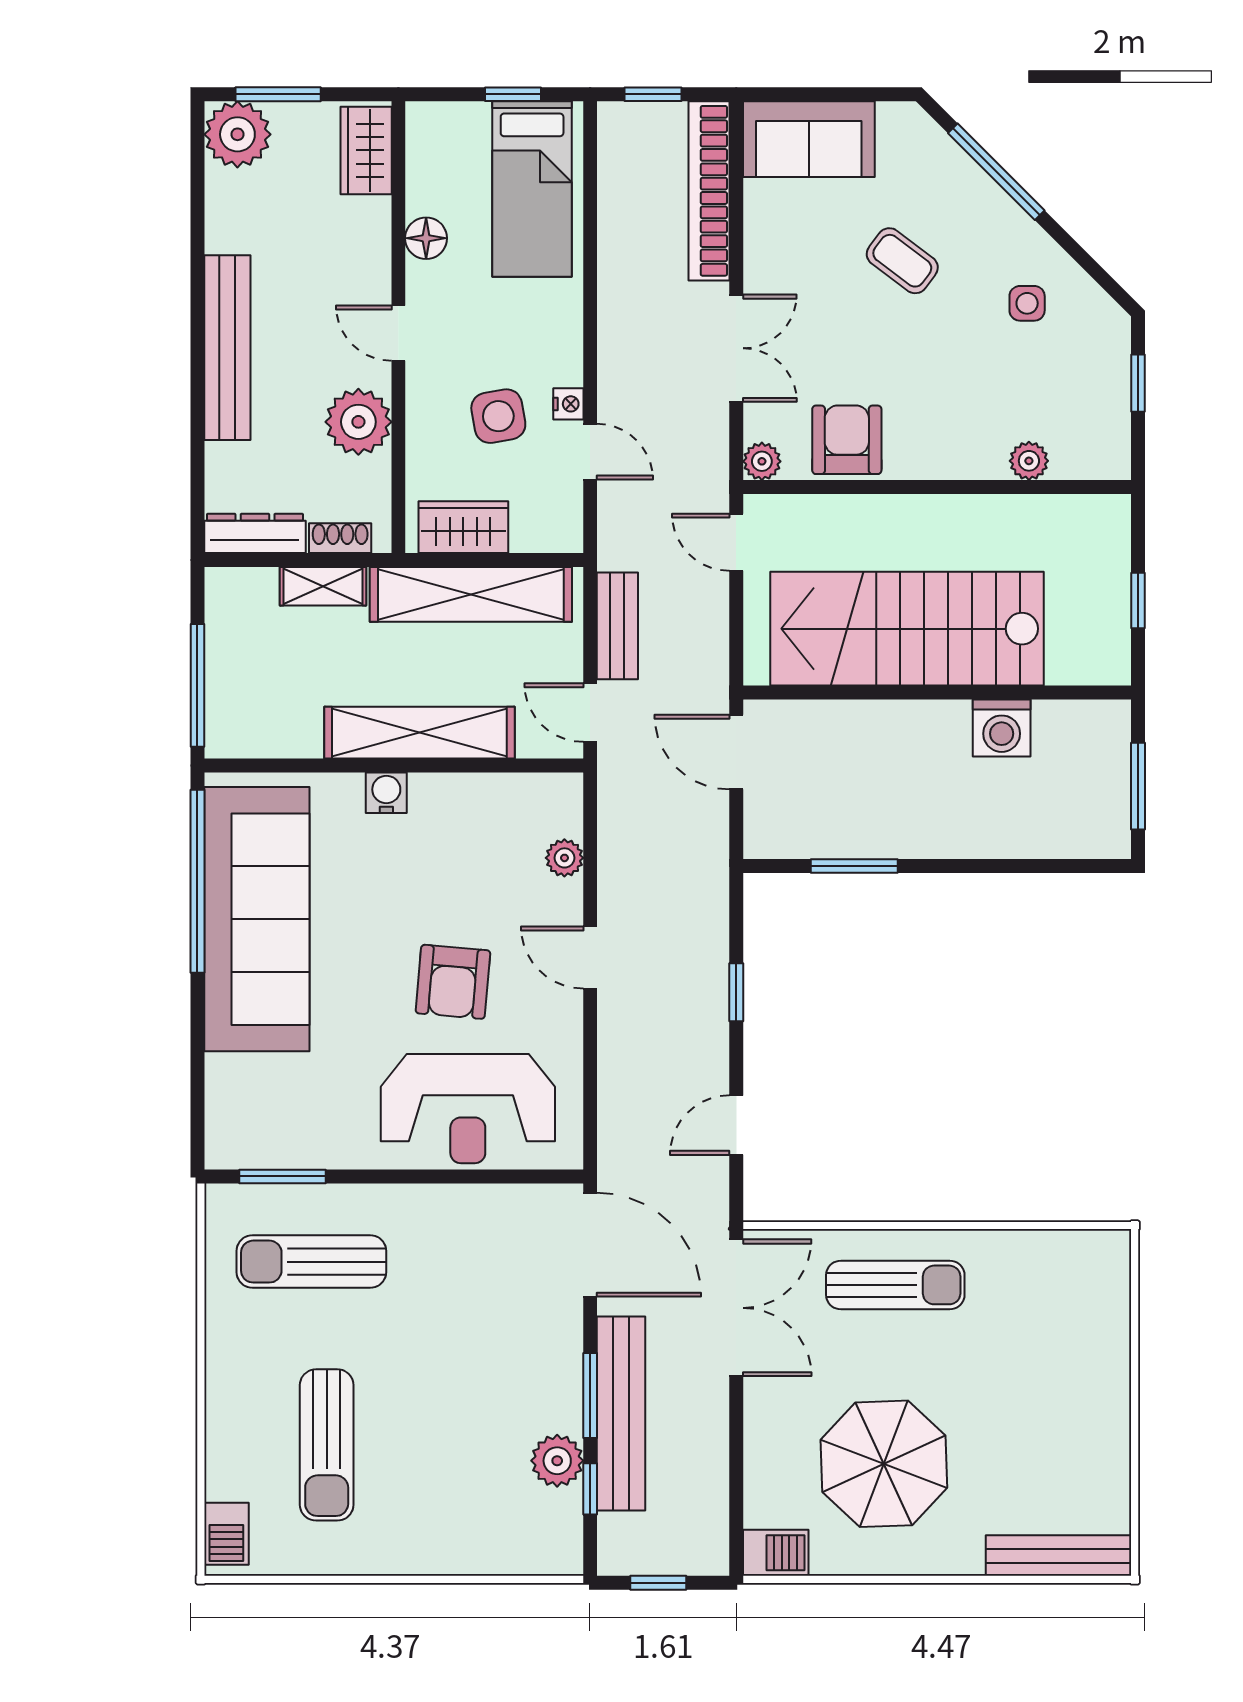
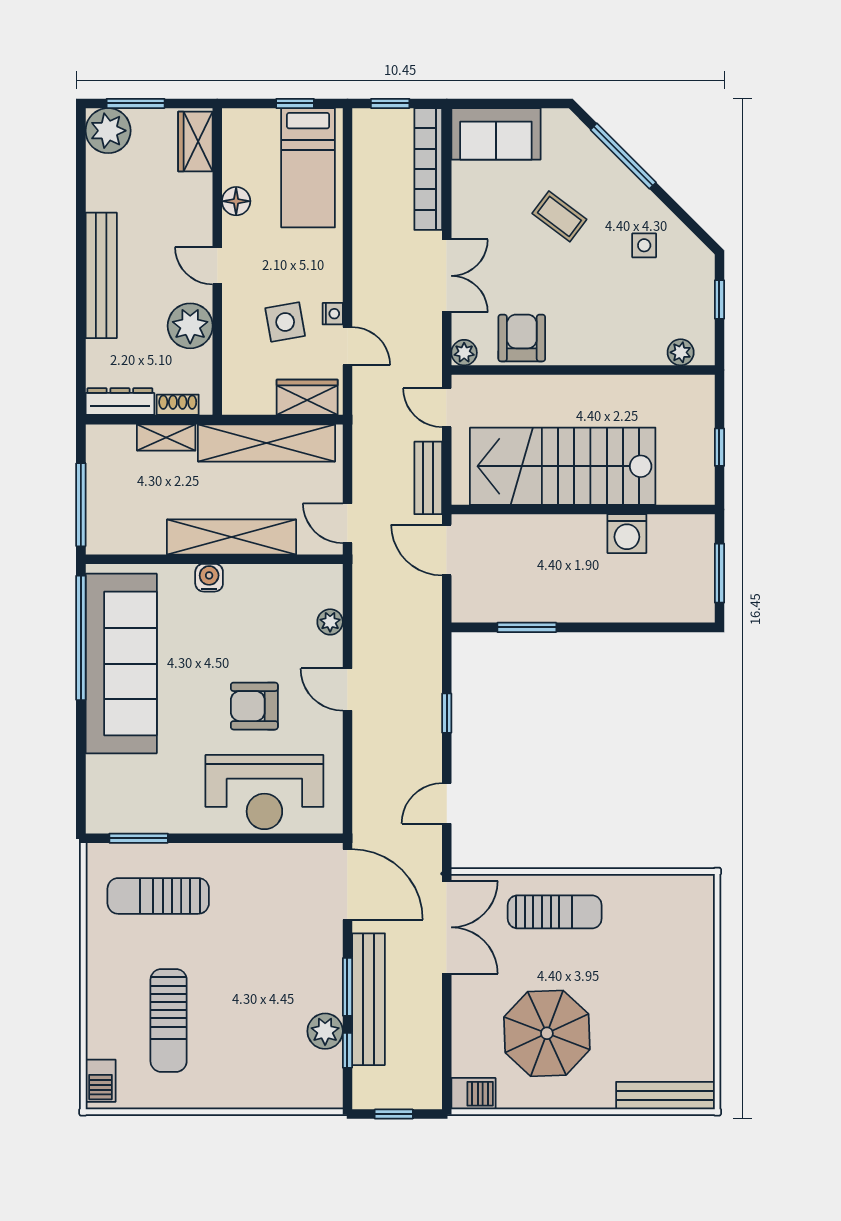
plant: (1029, 461) -> (681, 352), moved
wardrobe: (463, 527) -> (307, 397), moved
bench: (617, 626) -> (428, 478), moved
armchair: (453, 982) -> (254, 706), turned 85

